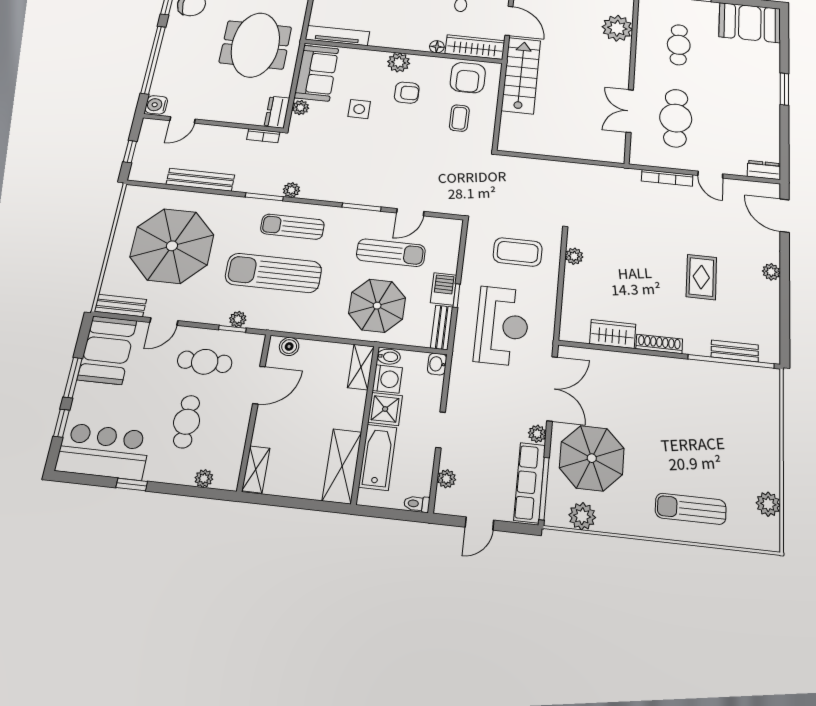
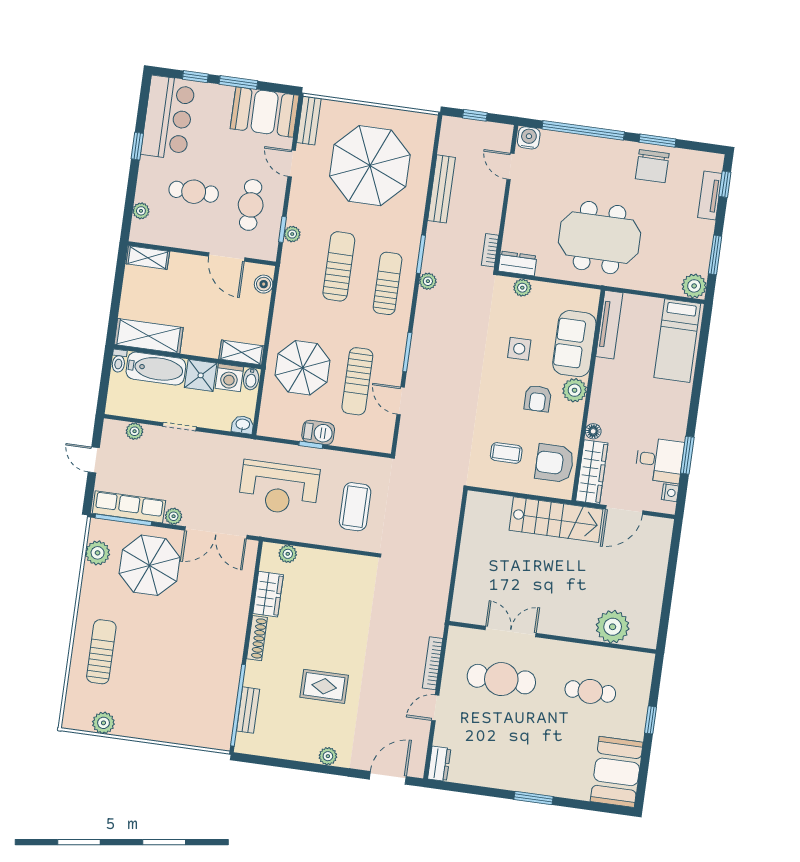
sofa: (316, 73) -> (574, 344), moved, turned 90
plant: (574, 256) -> (288, 554), moved
sun lounger: (273, 273) -> (339, 266), width x0.73, depth x0.75
bench: (442, 327) -> (279, 430), removed
toilet: (417, 504) -> (119, 361), moved, turned 180

